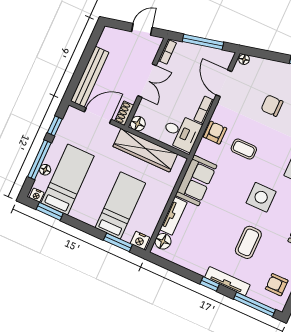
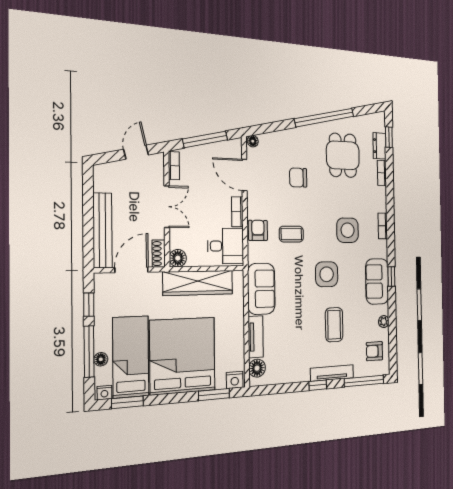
bed: (120, 205) -> (183, 356), width x2.04

